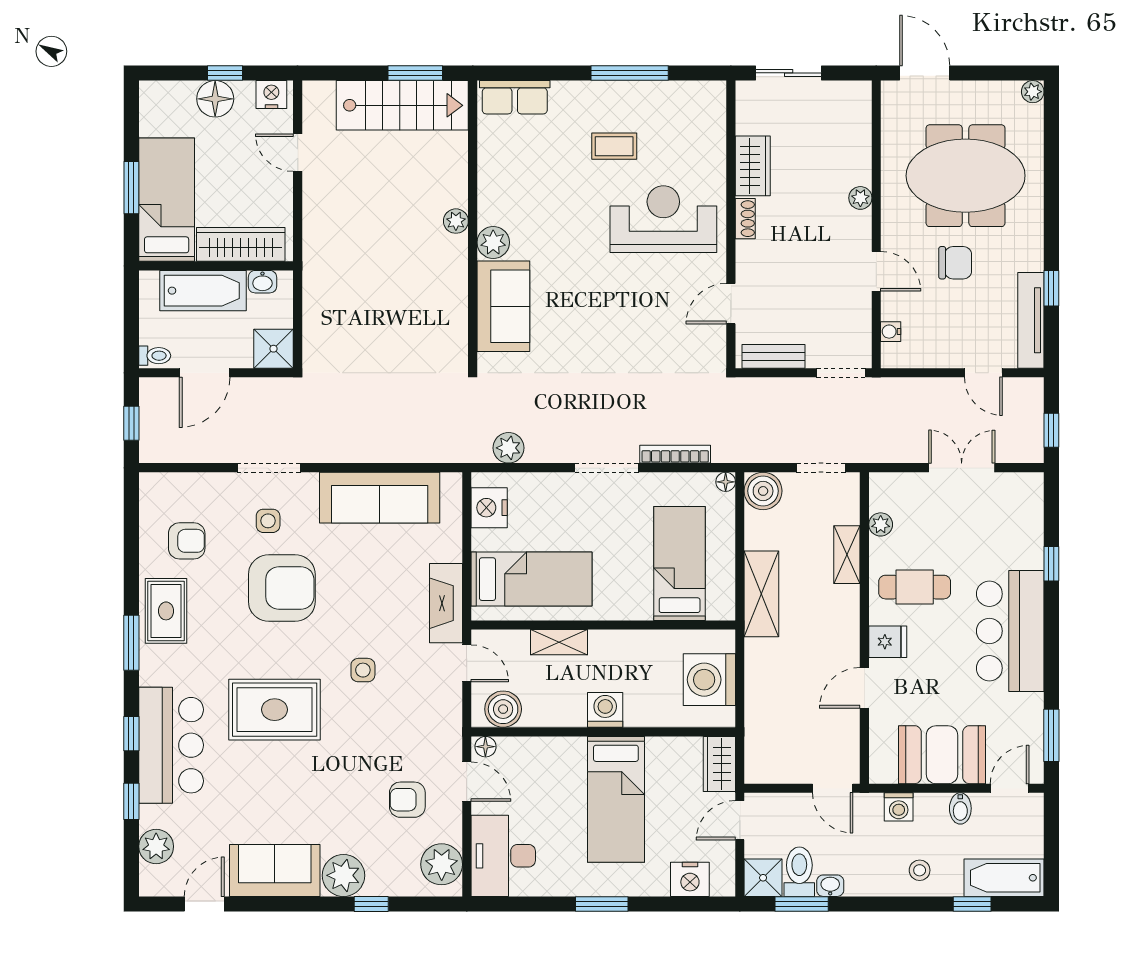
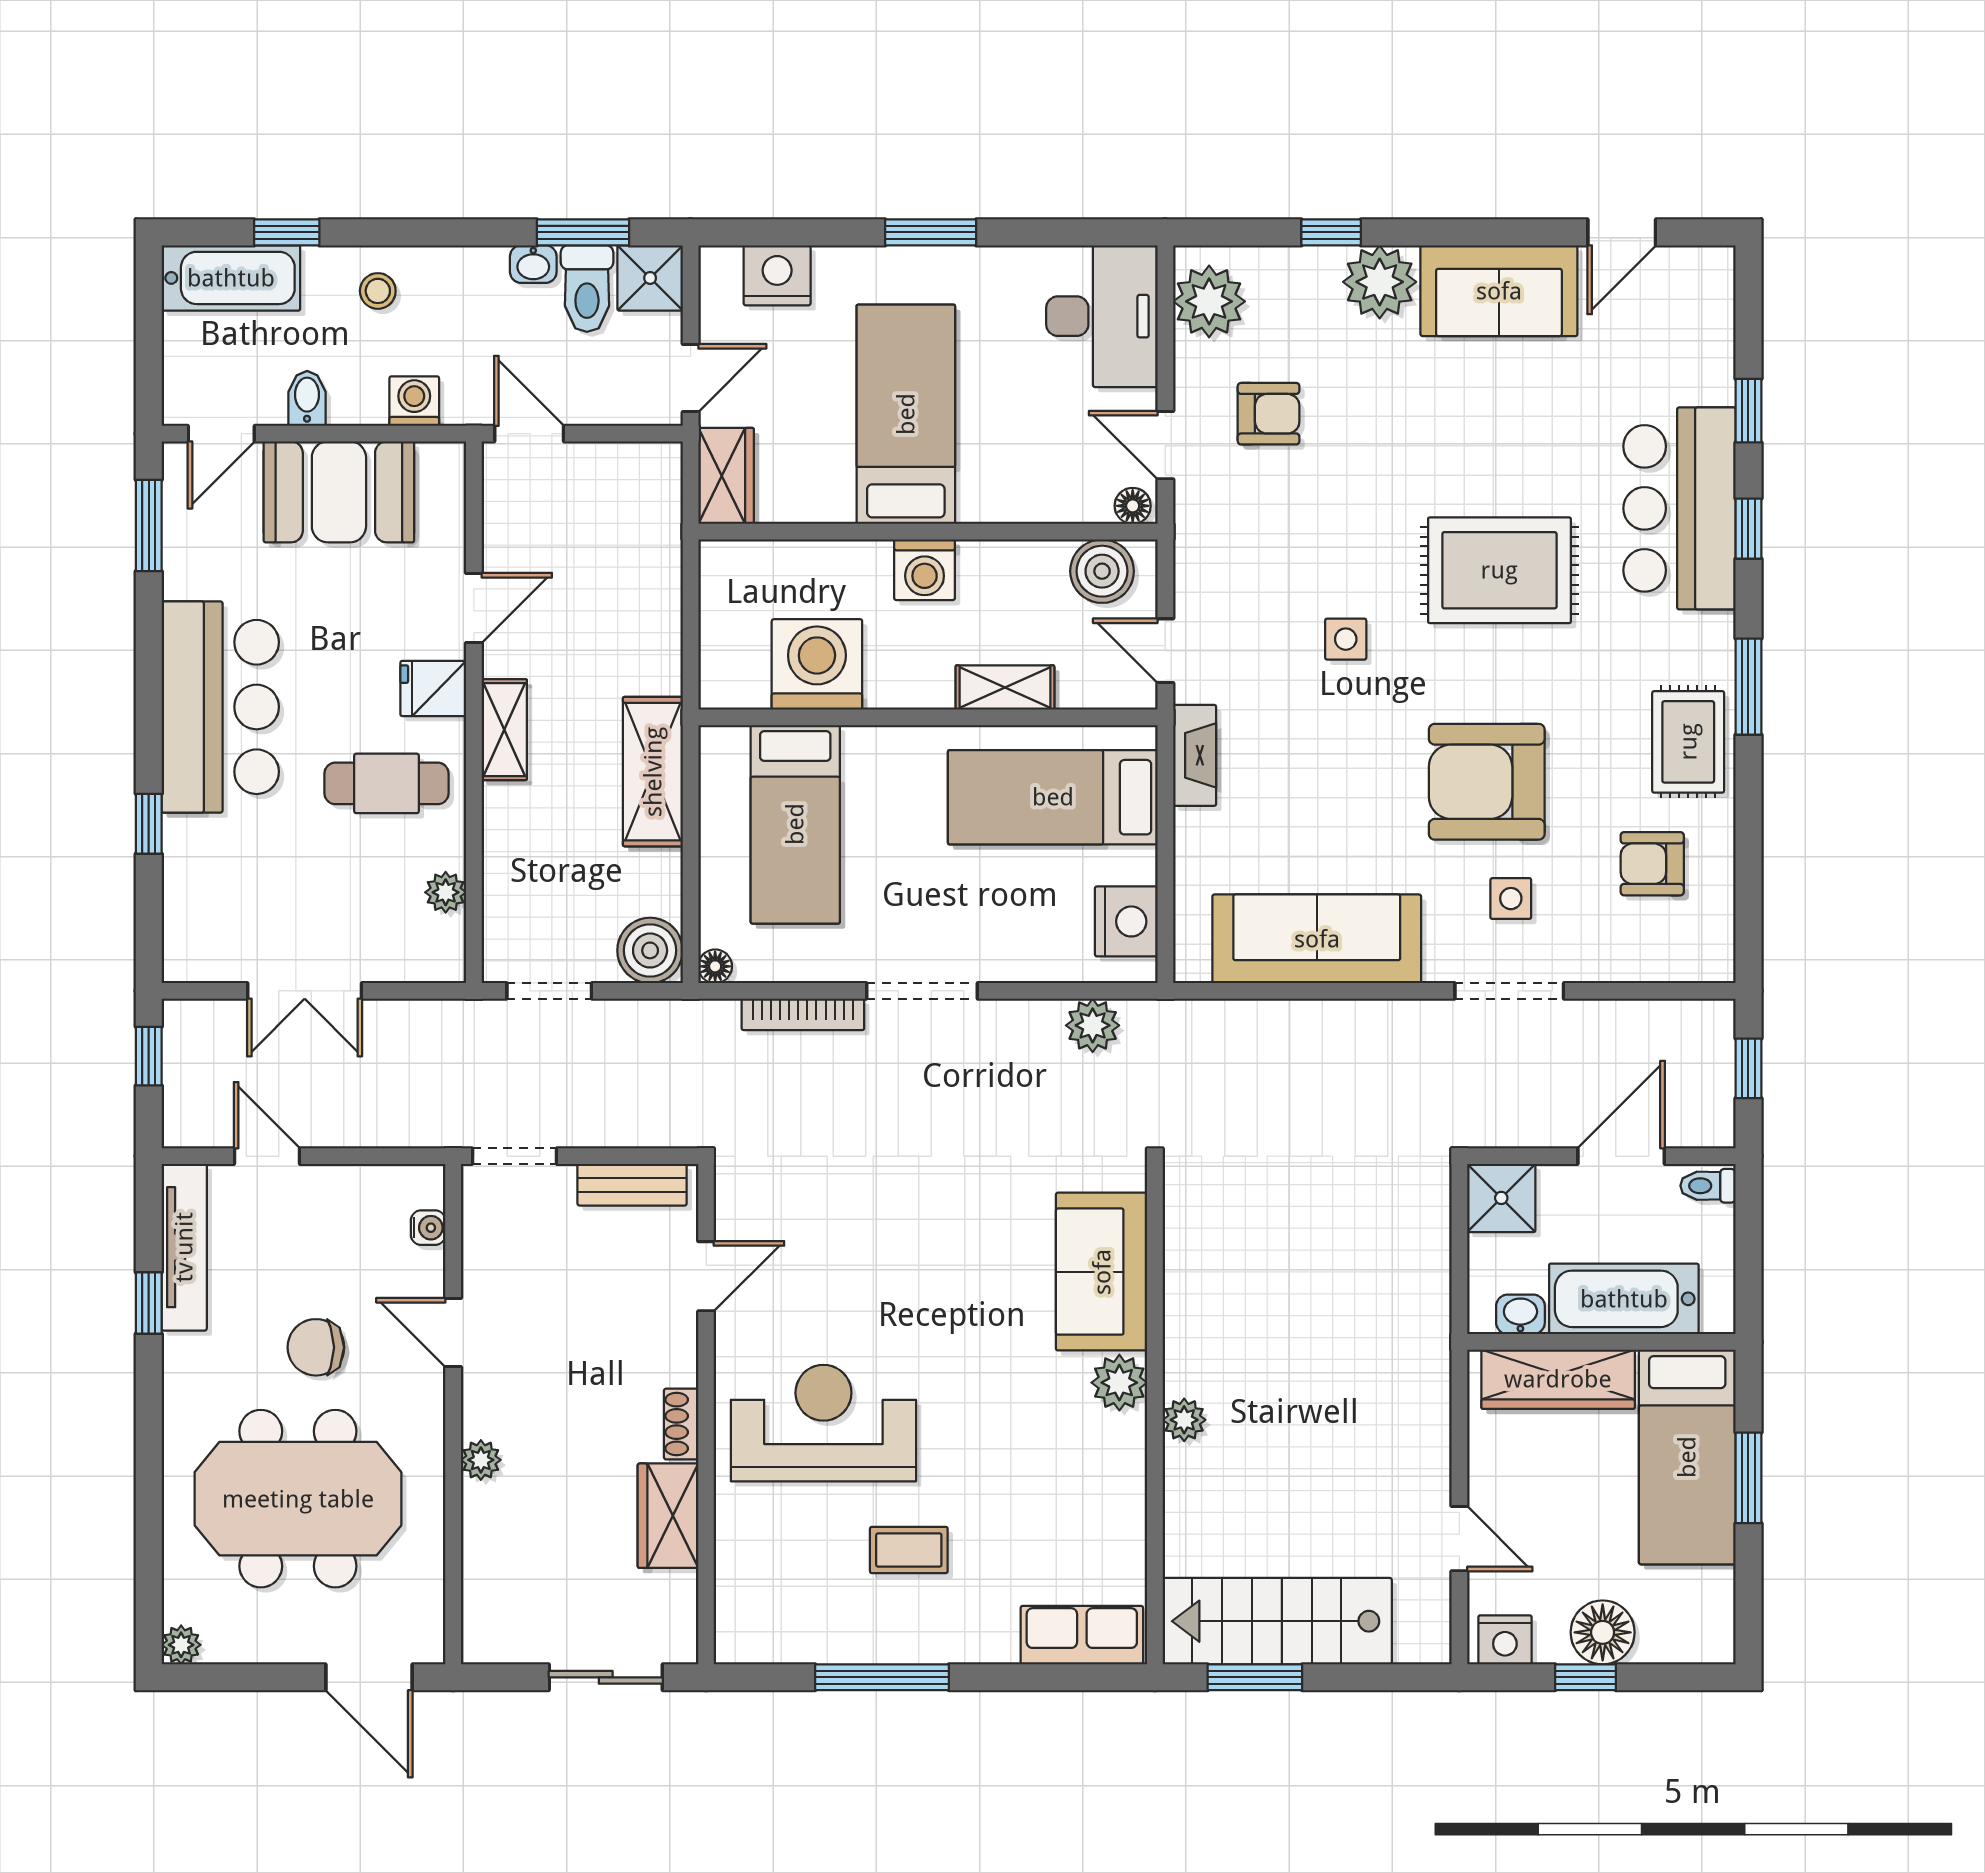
reception desk: (663, 219) -> (823, 1423), turned 180
shelving: (847, 555) -> (504, 730), moved
fireplace: (446, 603) -> (1195, 755), width x0.73, depth x0.76
washing machine: (709, 680) -> (817, 664), moved, turned -90
plant: (156, 846) -> (1705, 332), removed

